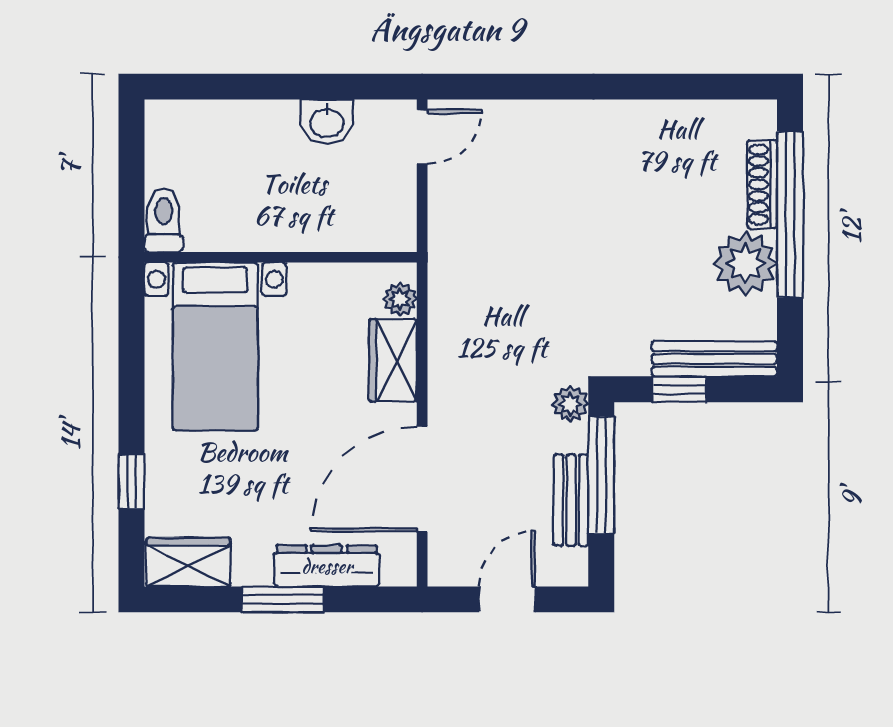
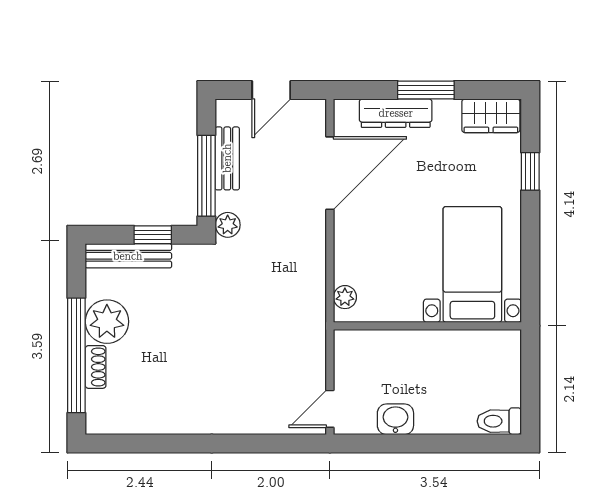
shoe rack: (762, 184) -> (96, 367), width x0.70
toilet: (164, 220) -> (499, 421), moved, turned 90
wardrobe: (393, 360) -> (350, 255), removed

